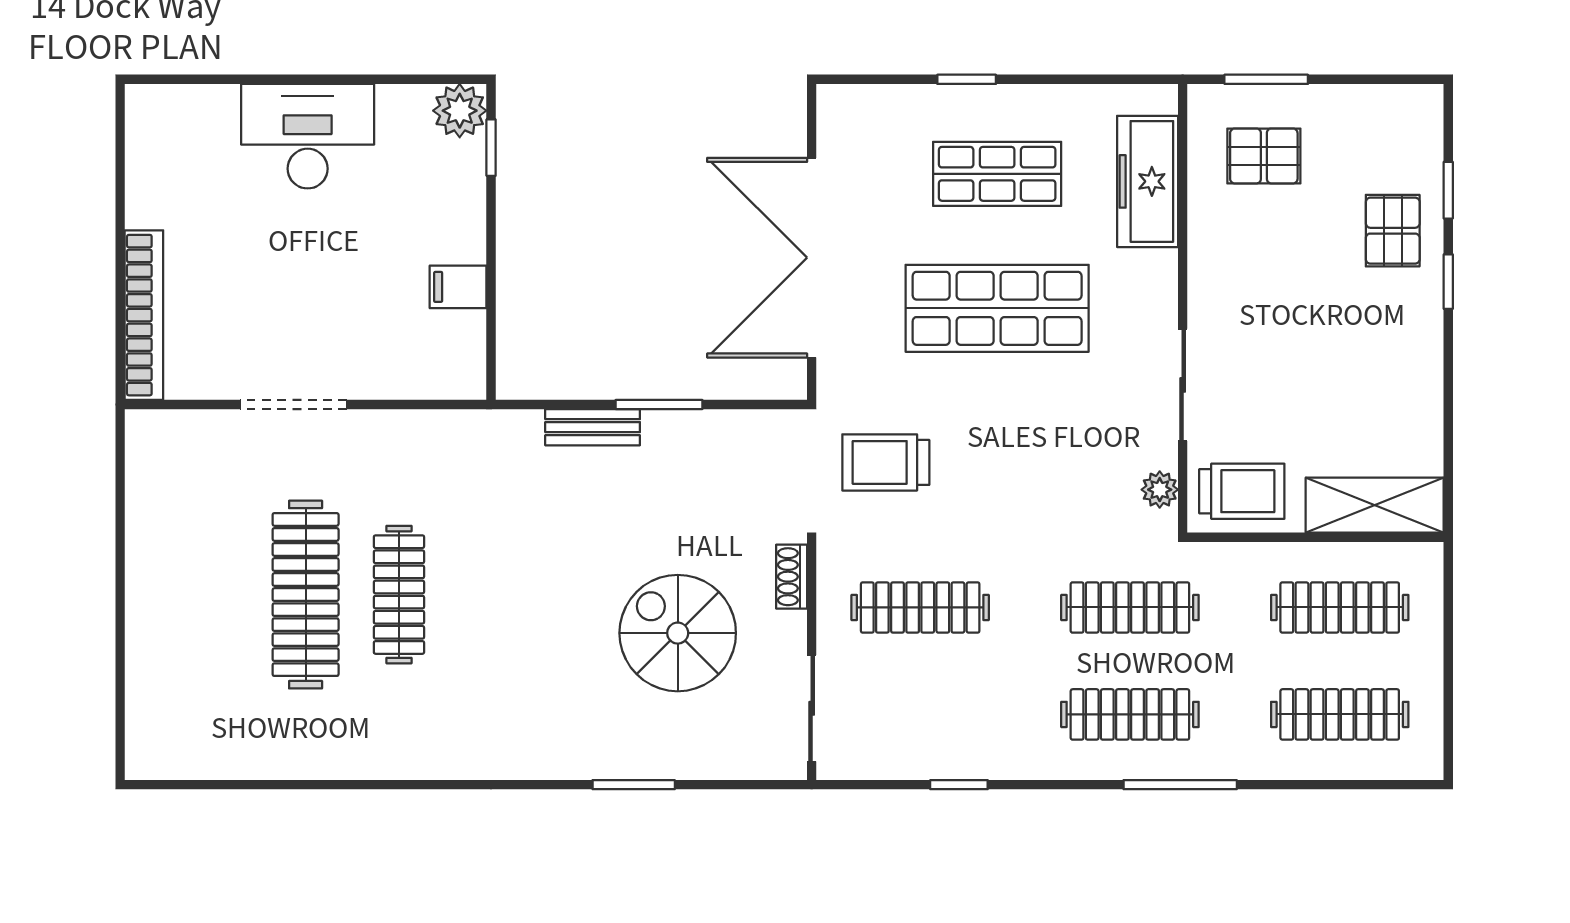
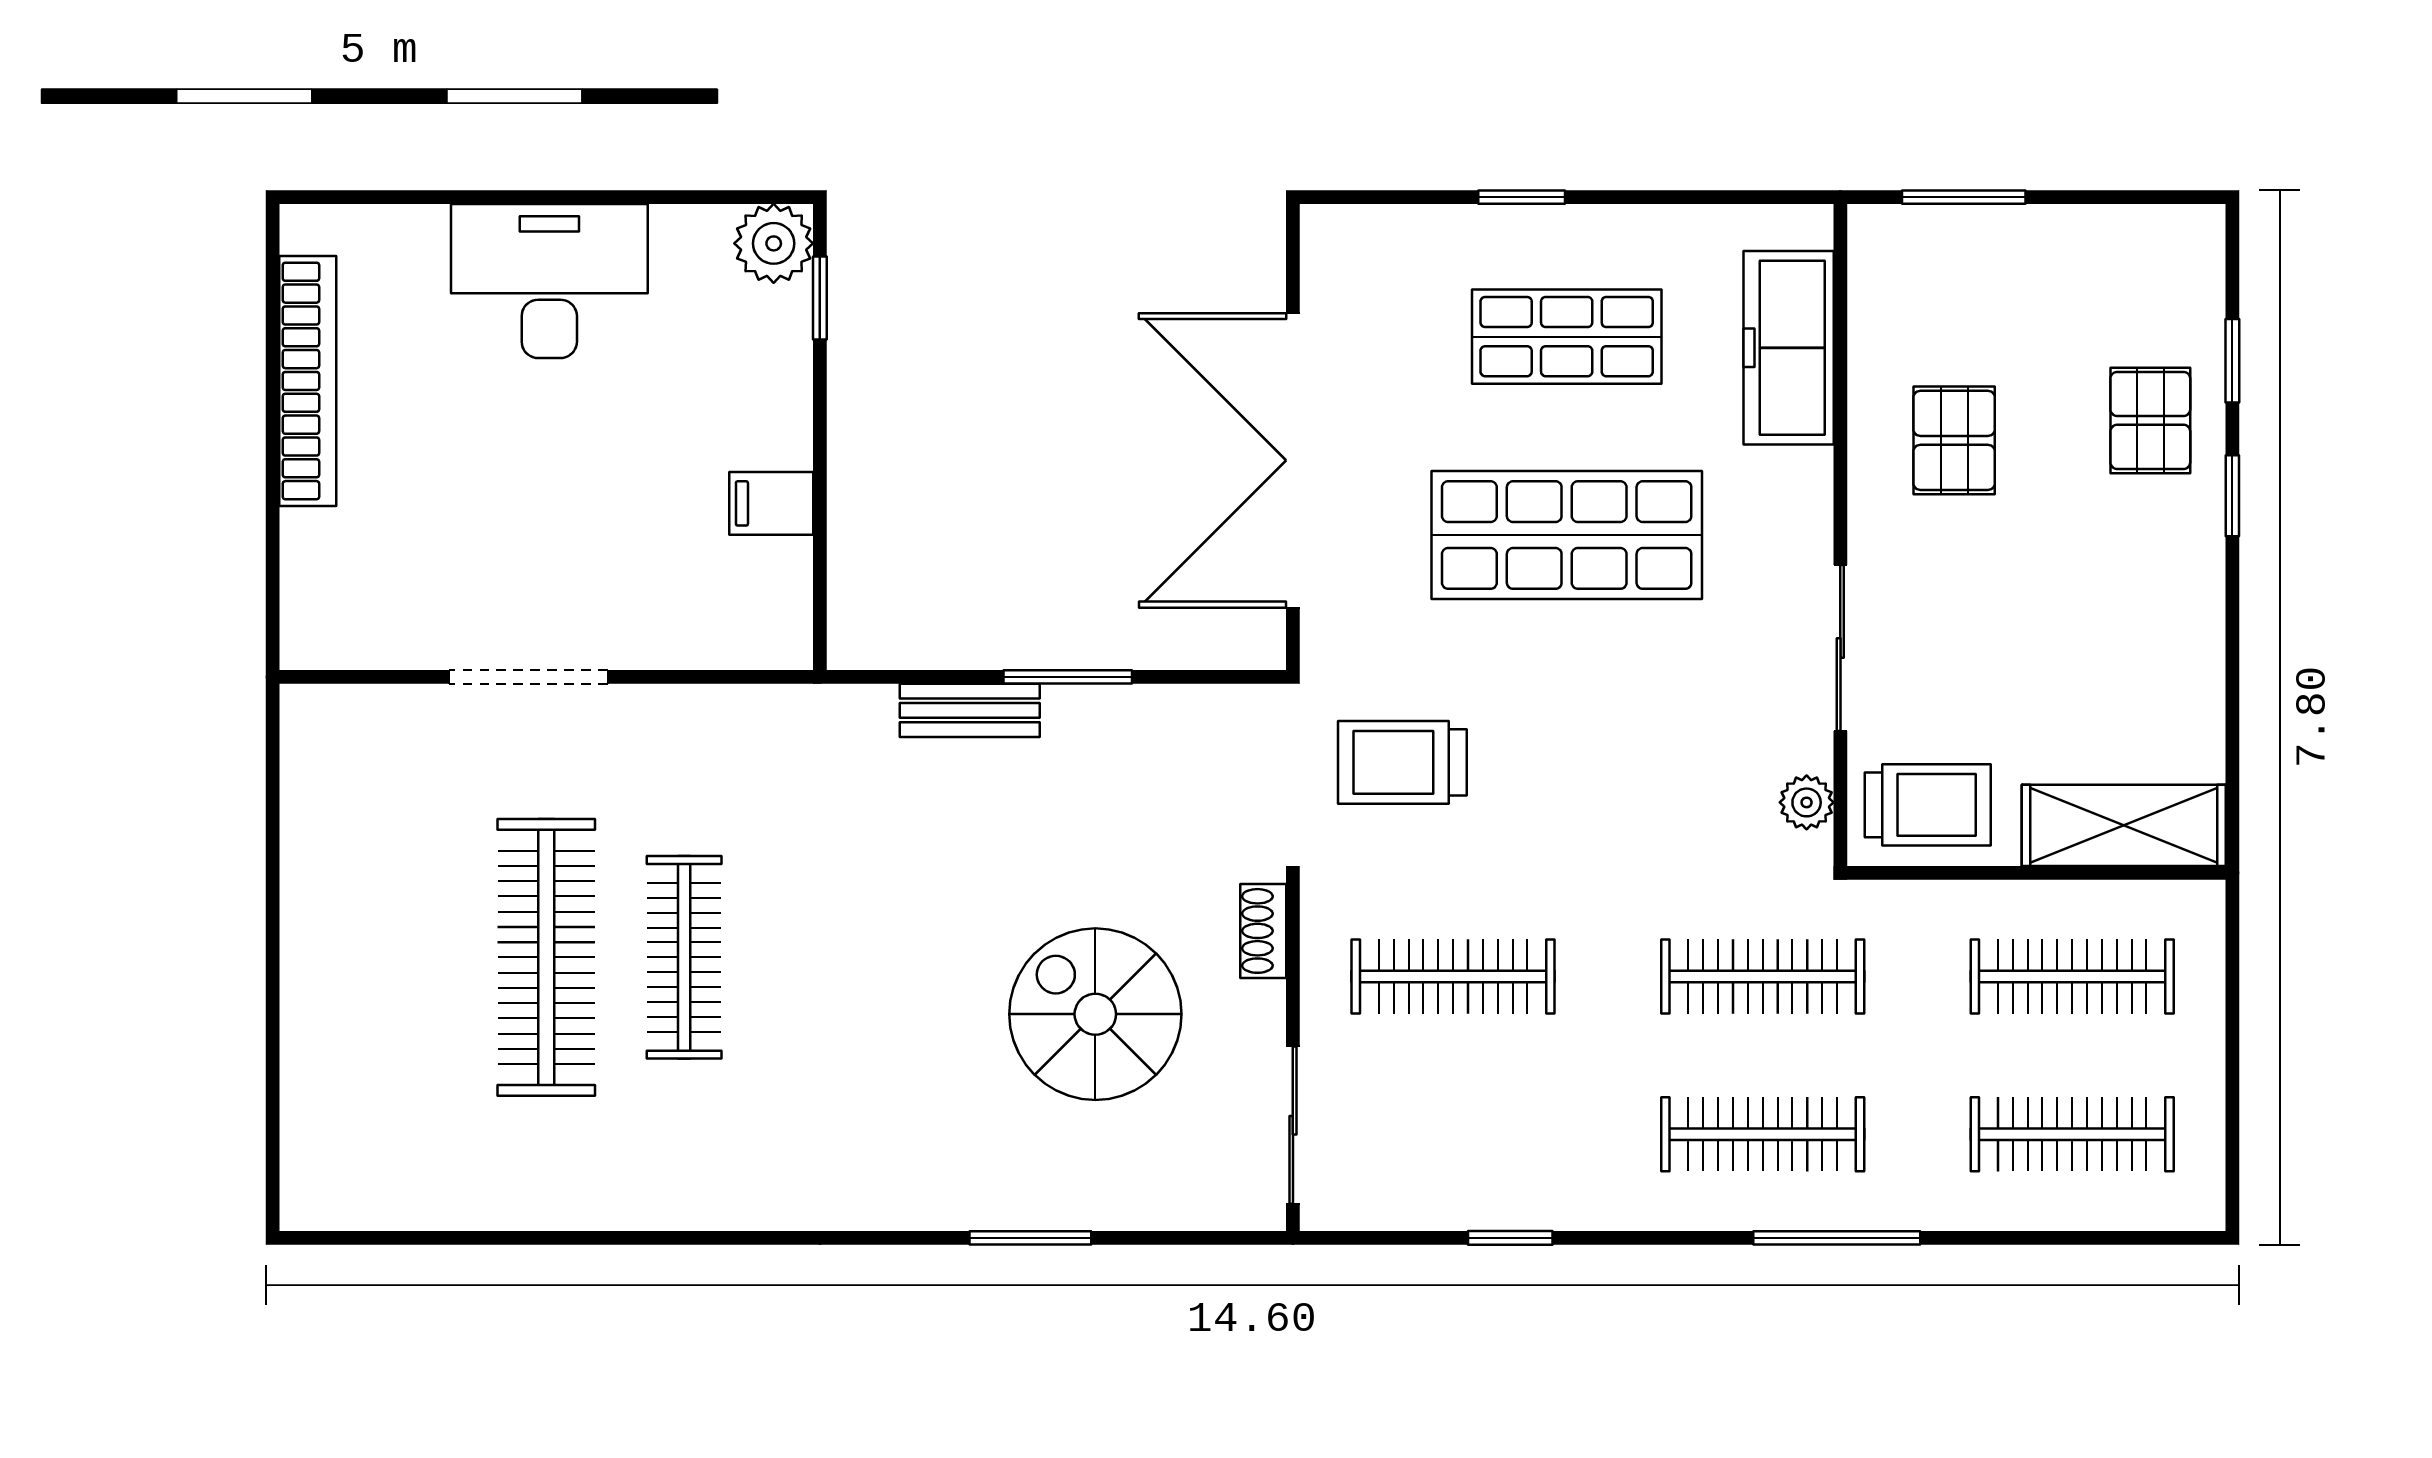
pallet: (1264, 156) -> (1954, 440), moved, turned 90
bookcase: (144, 315) -> (308, 381), moved

